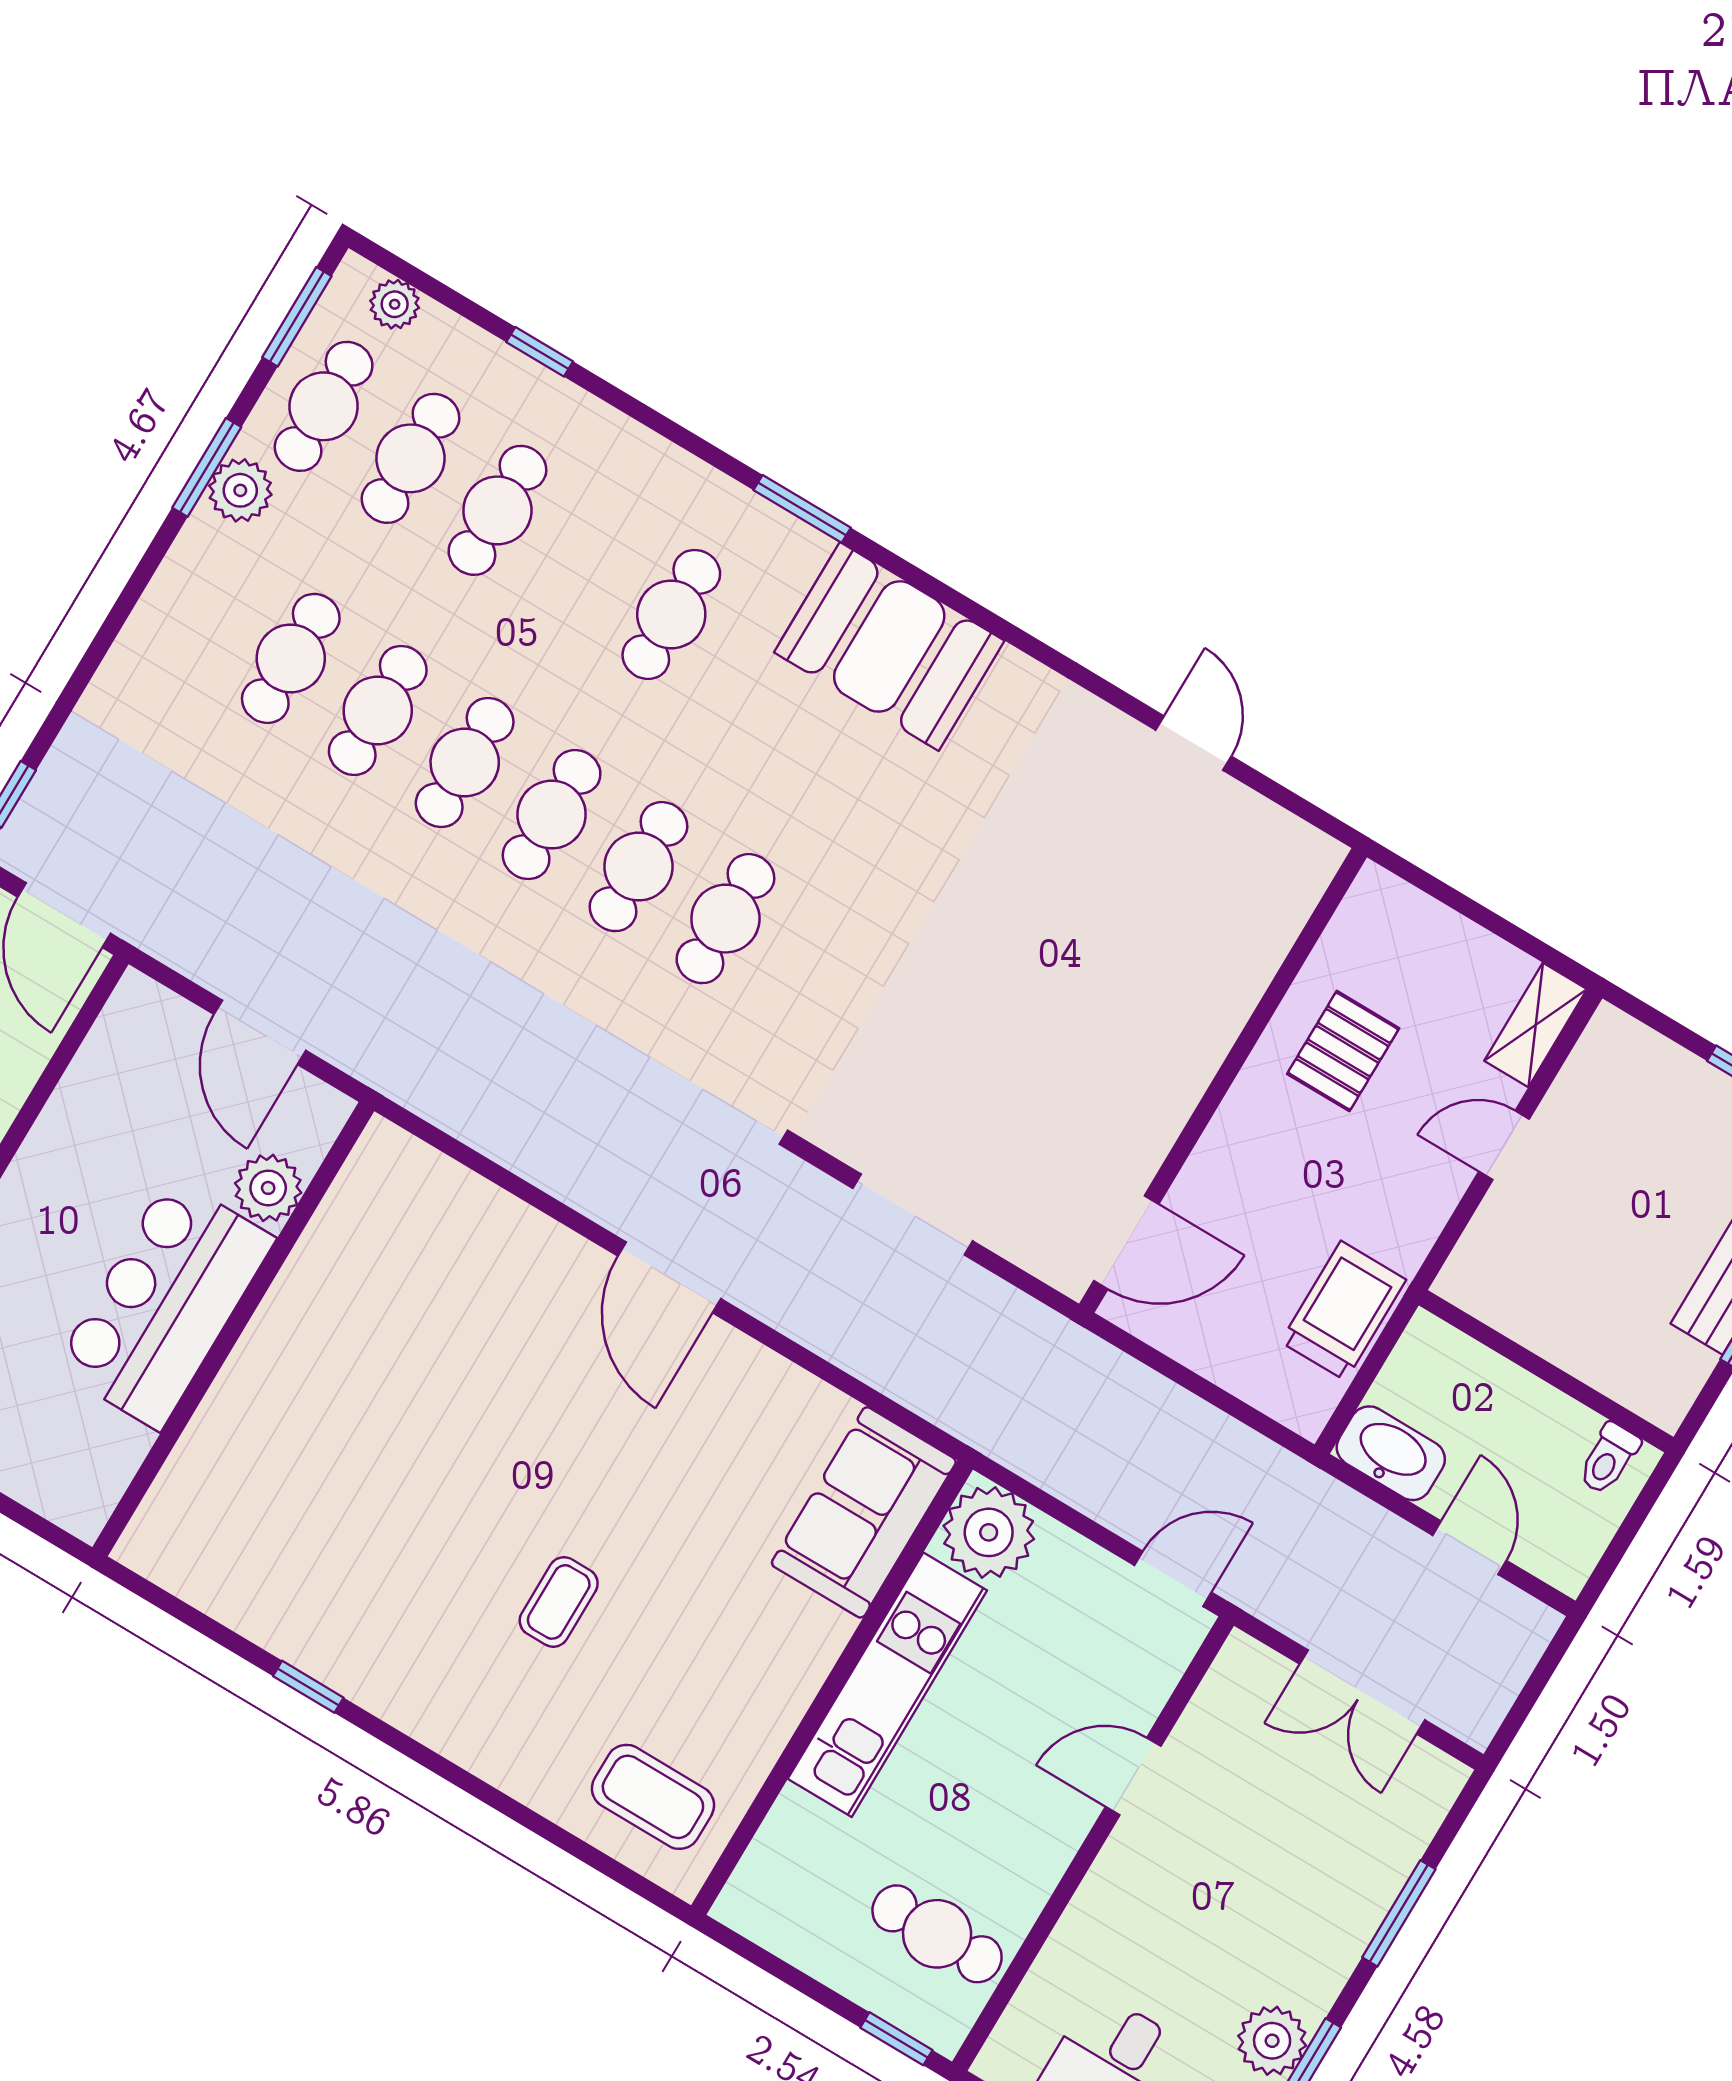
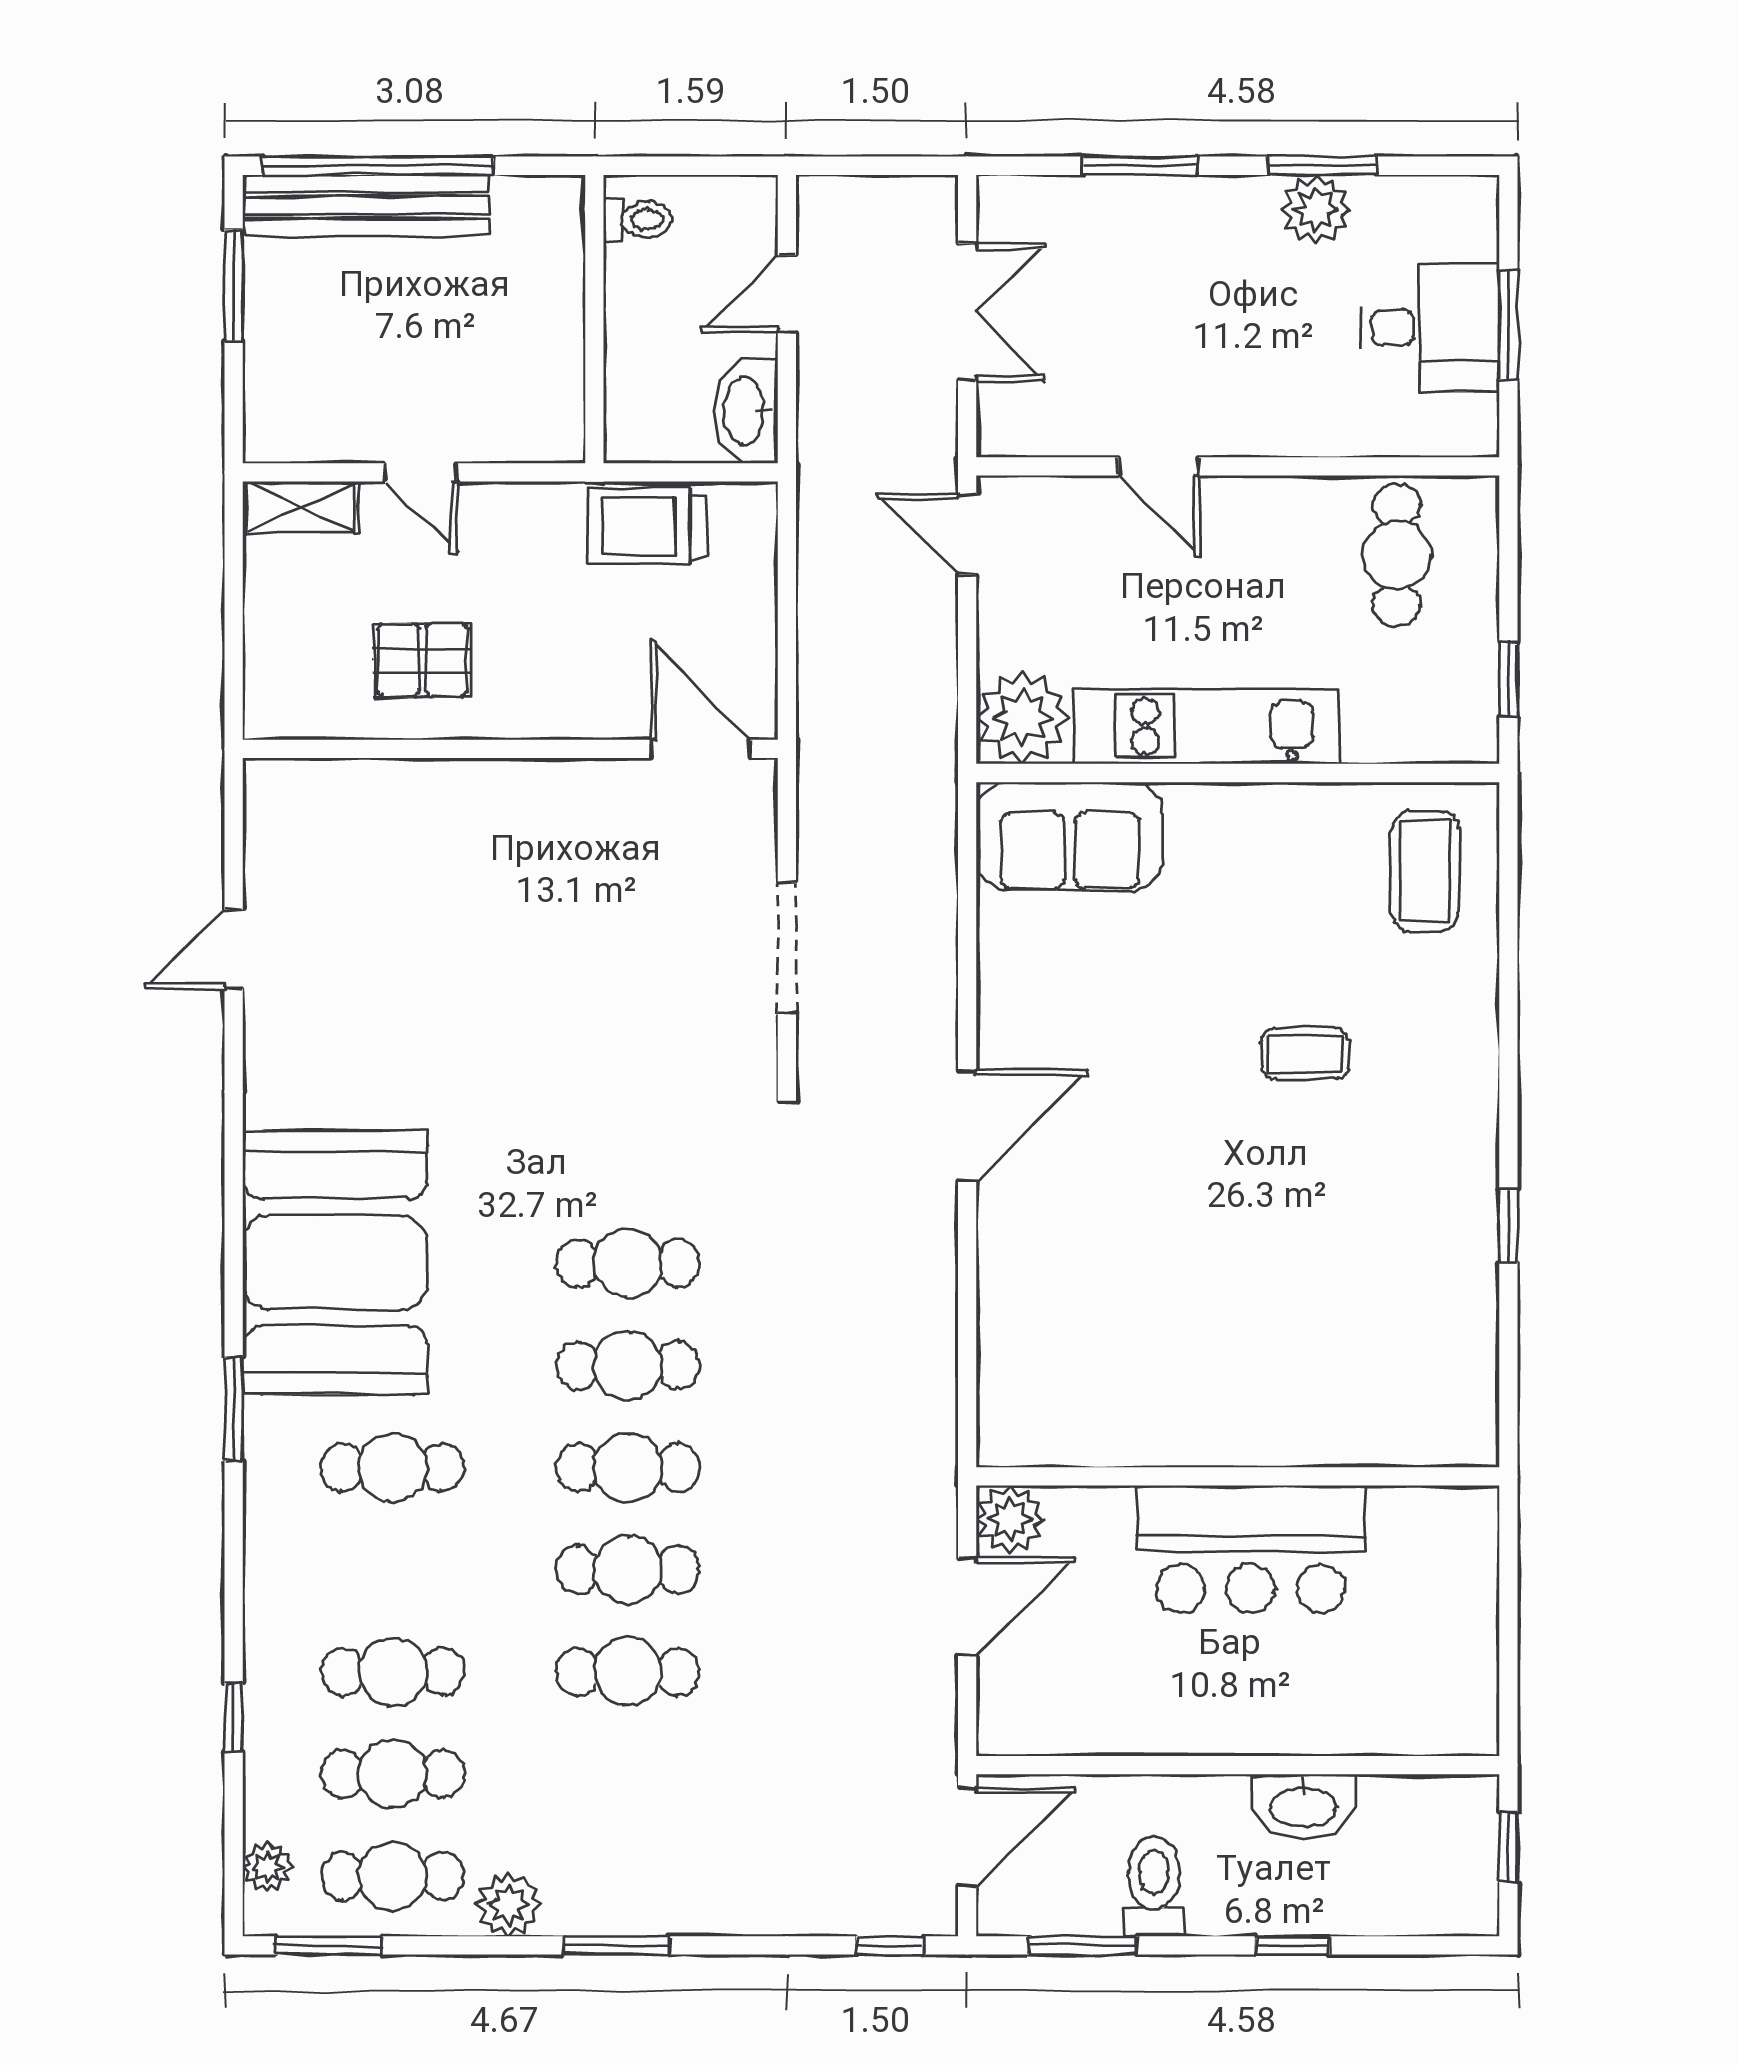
window: (207, 467) -> (617, 1945), moved
booth: (889, 646) -> (335, 1262), width x1.36, depth x1.42
cafe table: (291, 658) -> (628, 1774), removed
plant: (268, 1188) -> (1010, 1519), moved
window: (896, 2039) -> (1508, 679), moved

